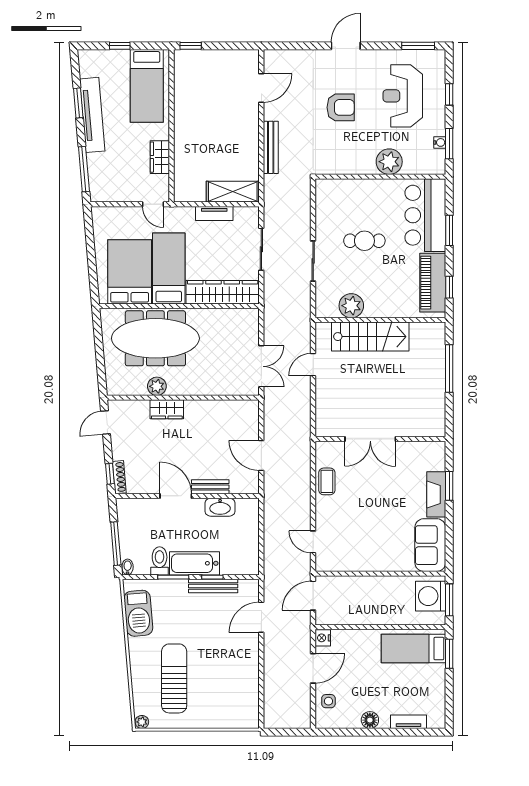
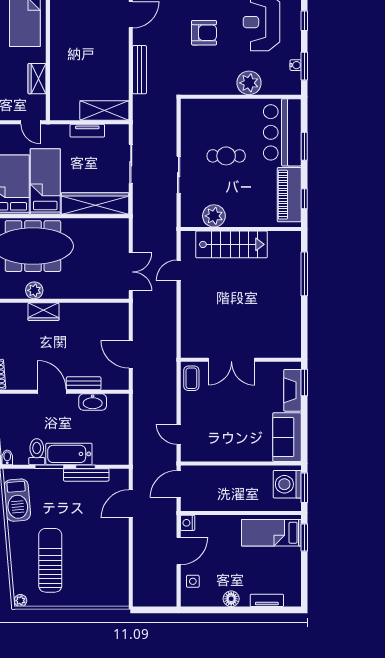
double door: (370, 439) -> (231, 360), moved
wall: (380, 439) -> (241, 360), moved

